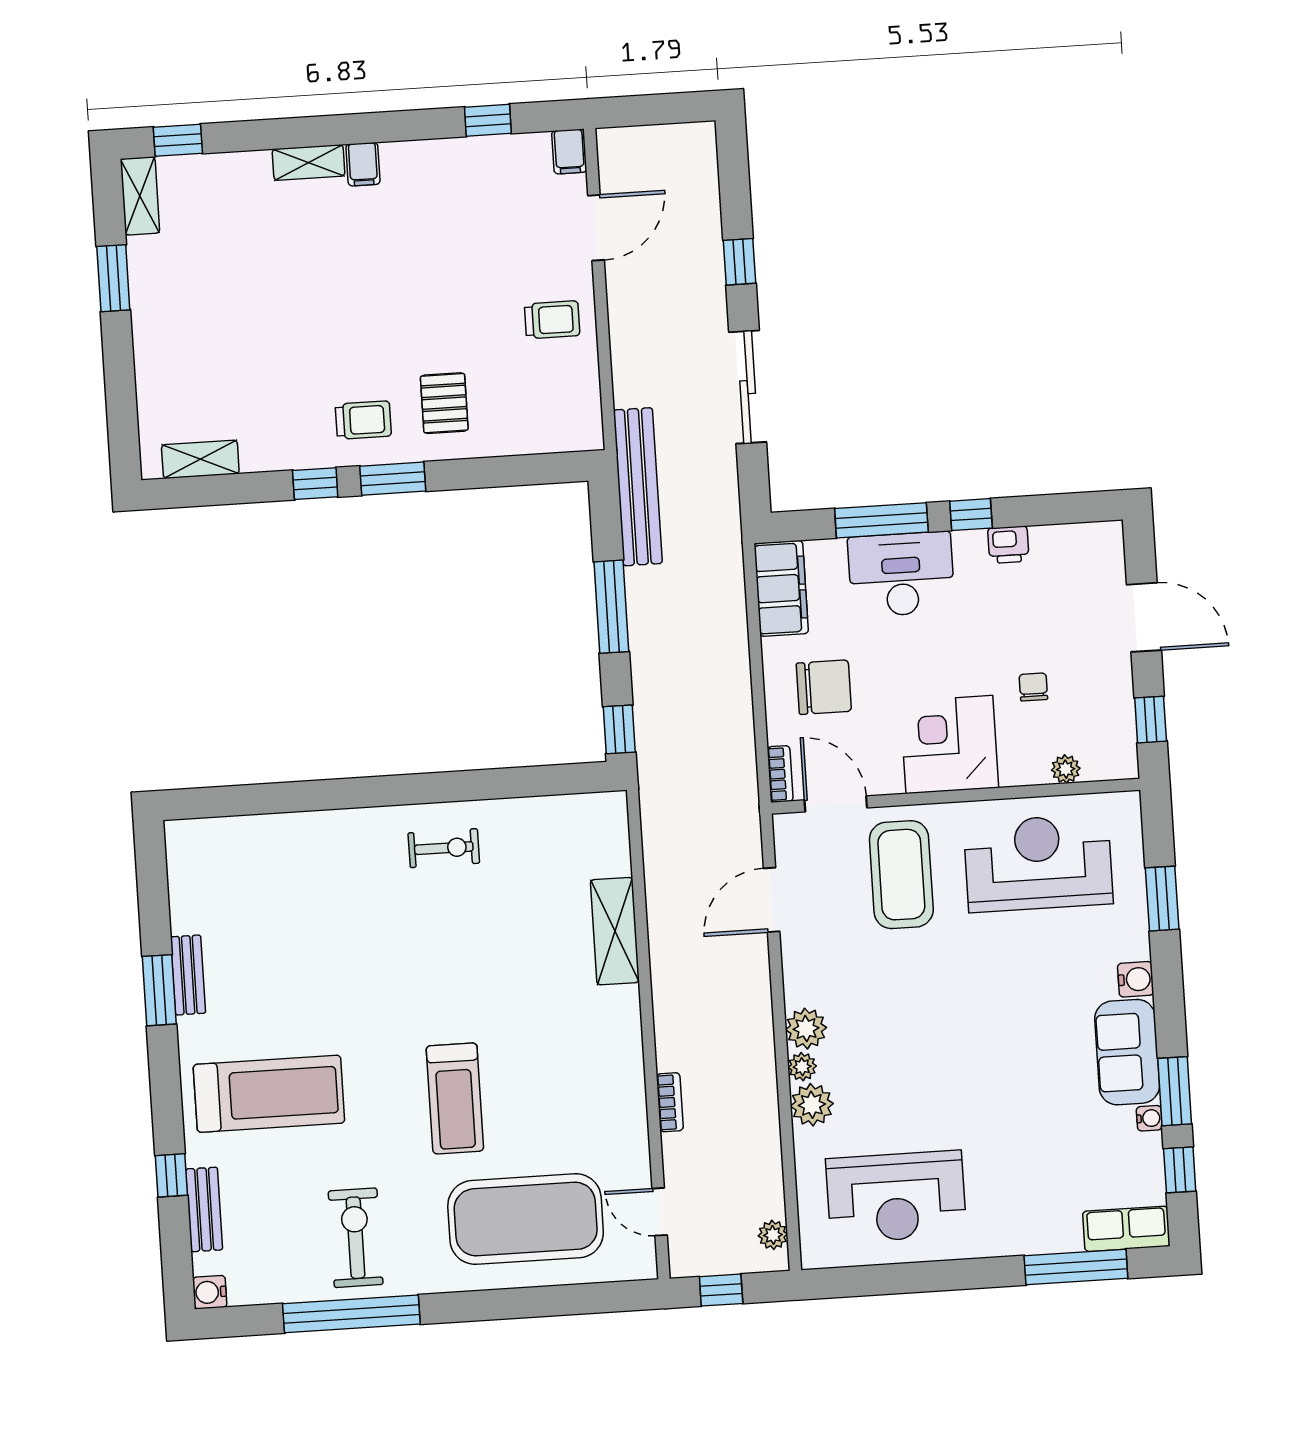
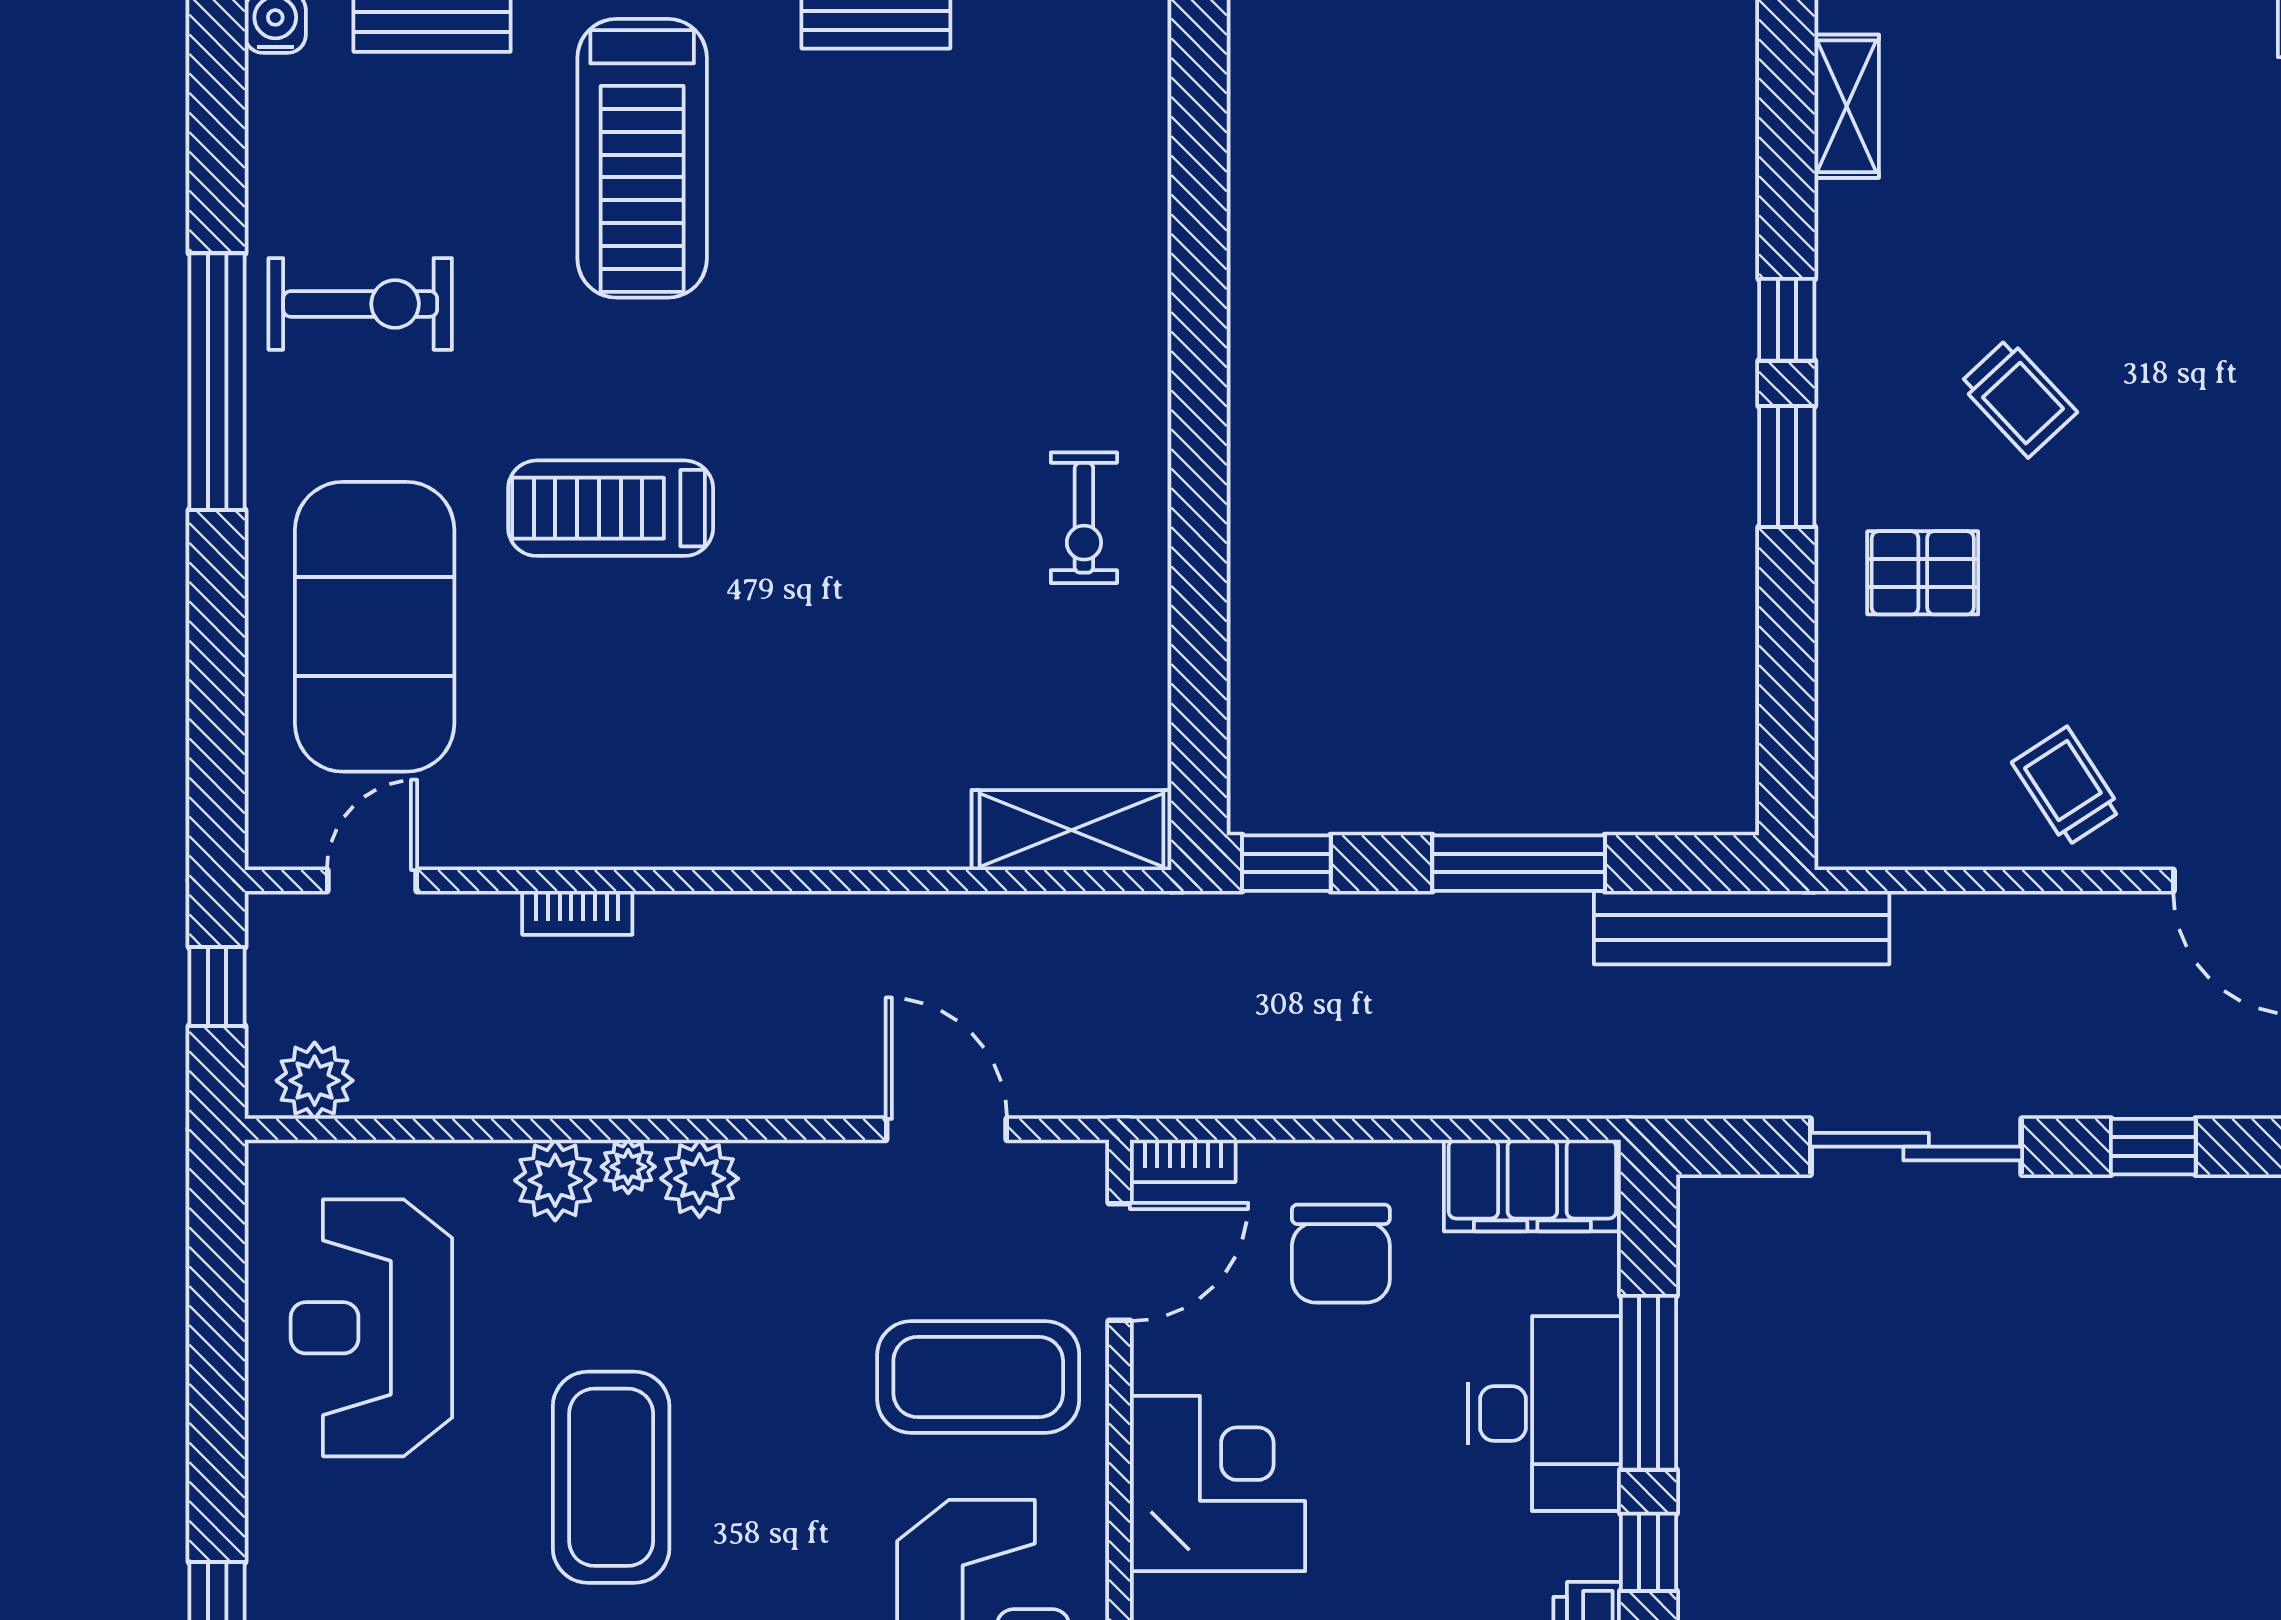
trolley: (552, 320) -> (2067, 786), turned 147
trolley: (363, 420) -> (2018, 398), moved, turned -43
shelving: (615, 931) -> (1071, 830), moved
coffee table: (967, 1065) -> (611, 1477), added
plant: (773, 1235) -> (315, 1081), width x1.38, depth x1.38
window: (351, 1314) -> (217, 382), moved

